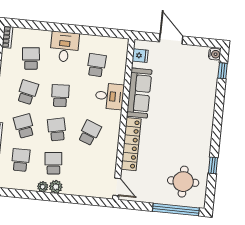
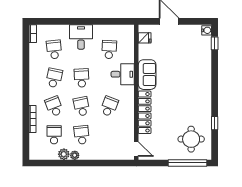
sofa: (139, 93) -> (147, 75), width x0.73
plant: (56, 187) -> (64, 154), moved

